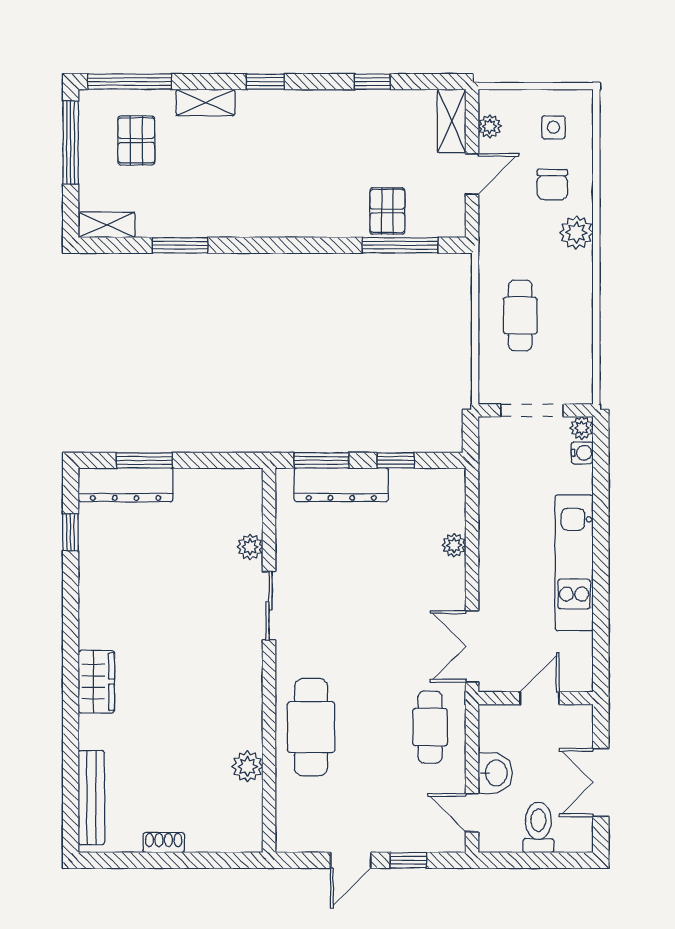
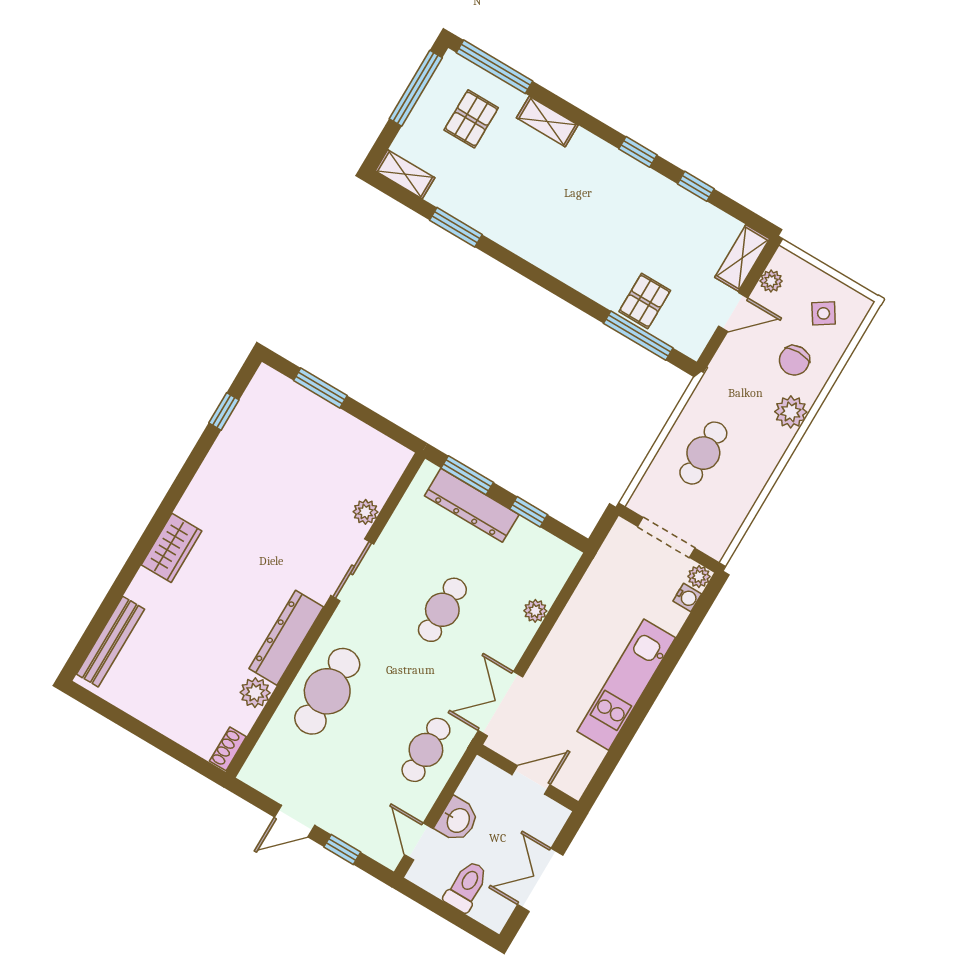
window: (265, 82) -> (638, 152), moved
side table: (553, 127) -> (824, 313), turned -33
dresser: (126, 485) -> (286, 638), moved, turned 90
cafe table: (371, 593) -> (442, 610), added
shoe rack: (164, 843) -> (228, 749), moved, turned -90

